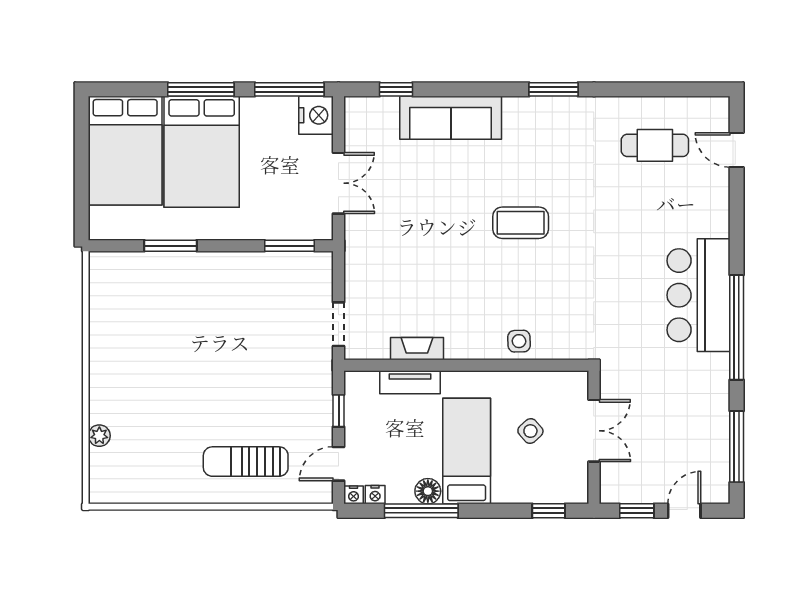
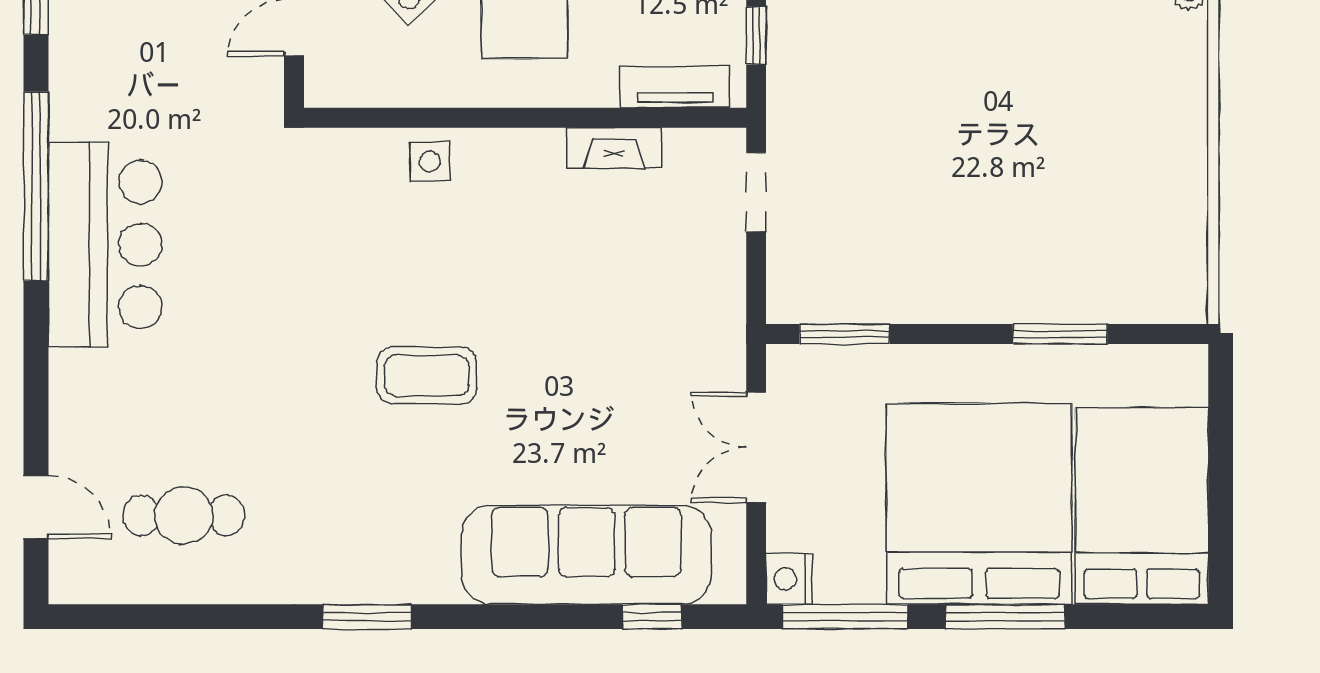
nightstand: (316, 115) -> (789, 579), width x0.74, depth x0.75
sofa: (451, 118) -> (587, 555), width x1.36, depth x1.27
bed: (202, 152) -> (979, 504), width x1.36
tv unit: (410, 382) -> (675, 87), moved

